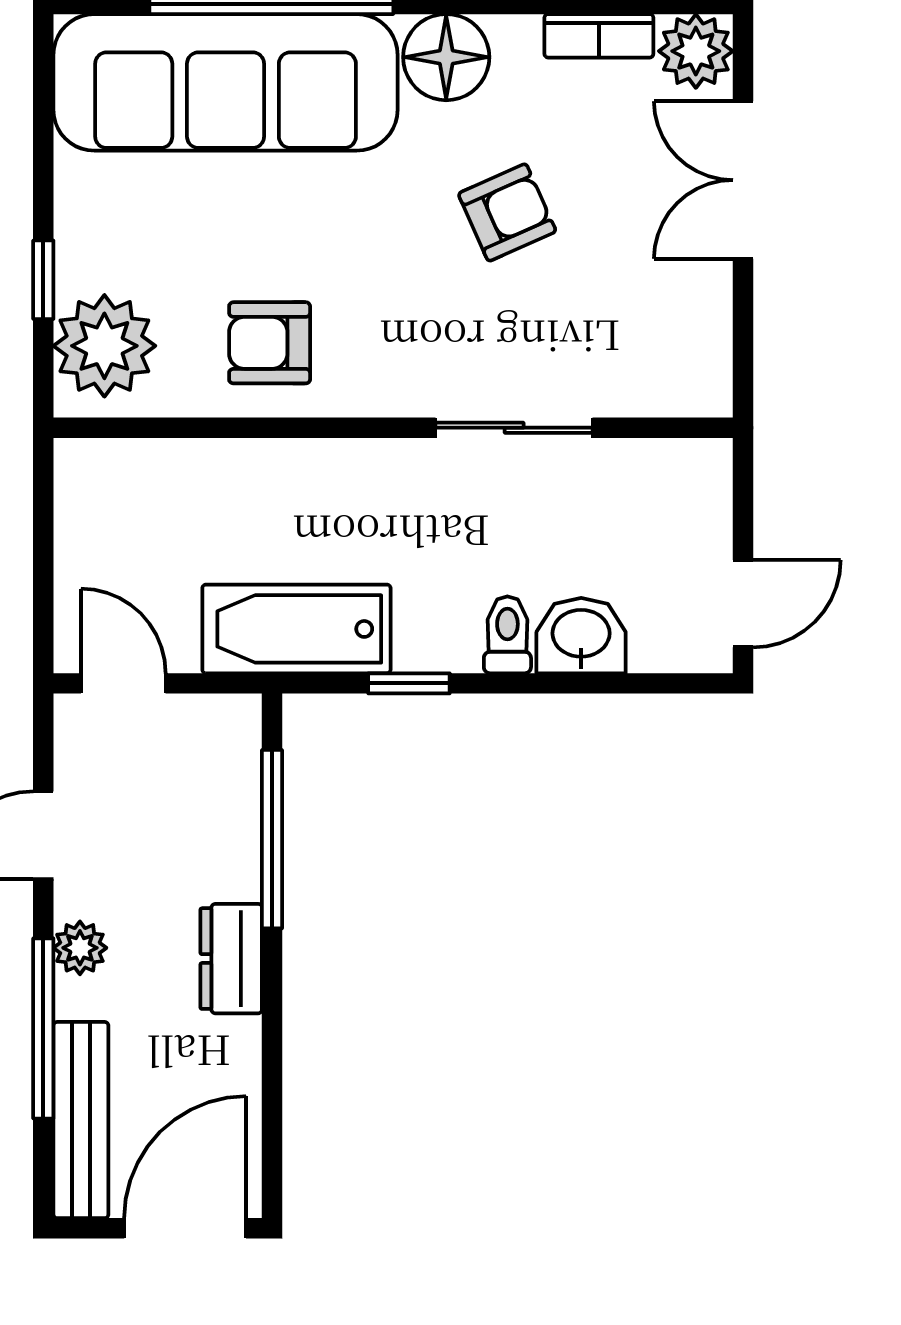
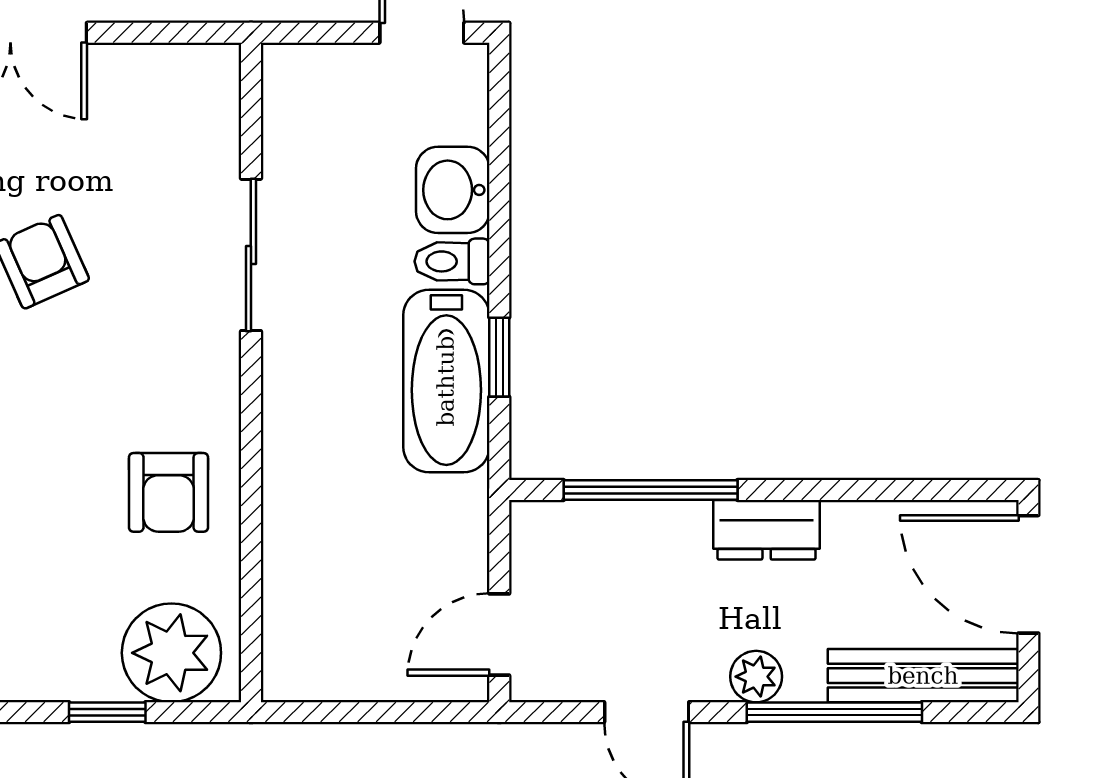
bathtub: (296, 629) -> (446, 381), moved

